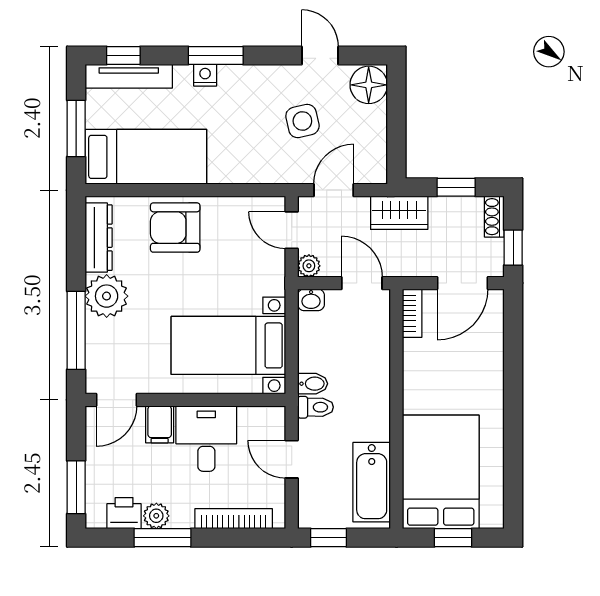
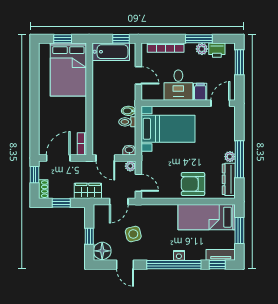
window: (216, 56) -> (174, 265), width x2.11
tv unit: (129, 76) -> (221, 255), width x0.71
window: (396, 116) -> (89, 236), added
armchair: (175, 228) -> (193, 184), turned 180
plant: (107, 296) -> (230, 157), width x0.53, depth x0.53
window: (76, 330) -> (239, 159), moved
toilet: (315, 407) -> (127, 122), moved
bathtub: (372, 482) -> (111, 52), moved, turned 90

